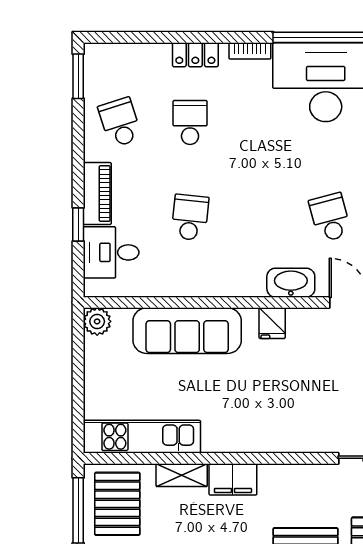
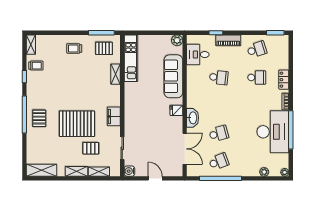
desk: (111, 252) -> (198, 55), moved, turned -90
filing cabinet: (233, 479) -> (114, 116), moved
pallet: (117, 504) -> (104, 48), width x0.67, depth x0.71

